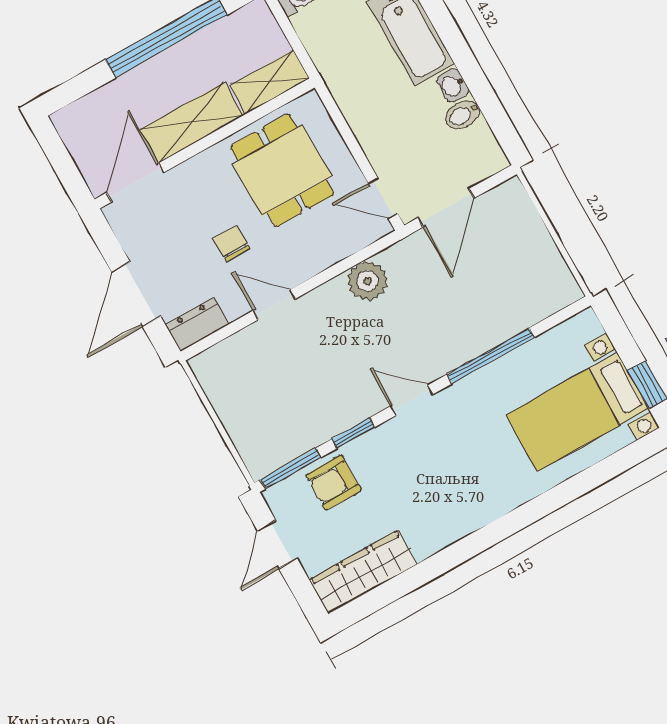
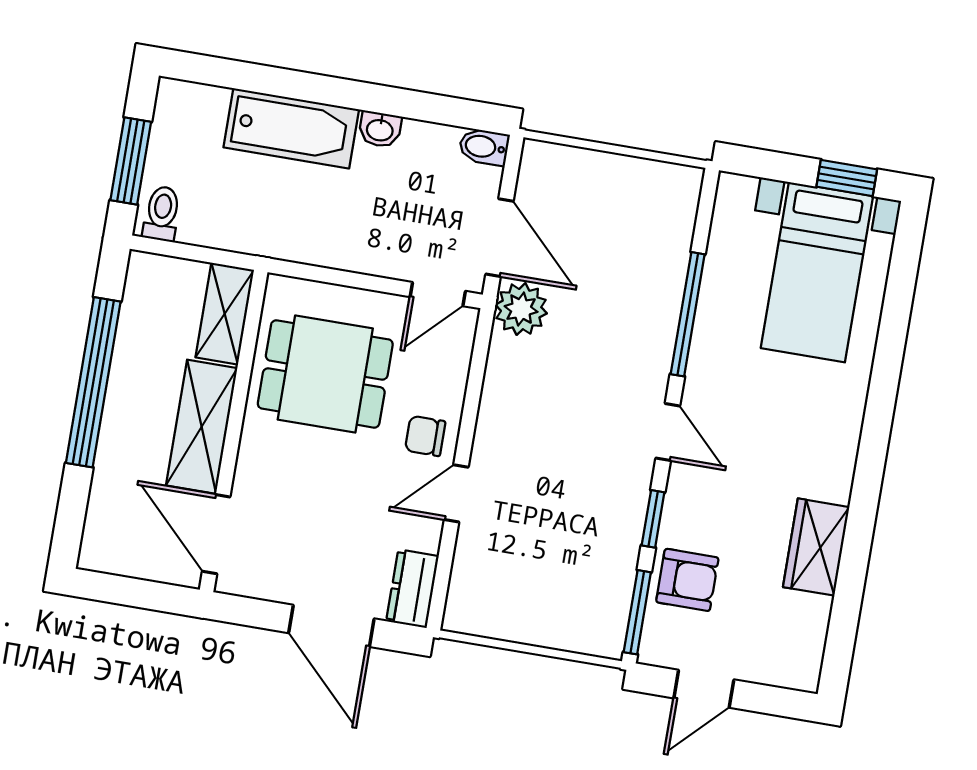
bidet: (463, 115) -> (484, 147), moved, turned 90
chair: (232, 243) -> (425, 436), moved
plant: (368, 281) -> (521, 309), moved
door: (412, 400) -> (668, 432), swing flipped
armchair: (334, 483) -> (687, 580), turned -90
door: (277, 544) -> (704, 689), hinge flipped
wardrobe: (363, 572) -> (816, 547), moved, width x0.67

